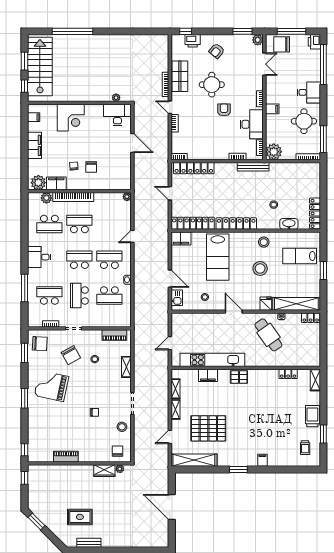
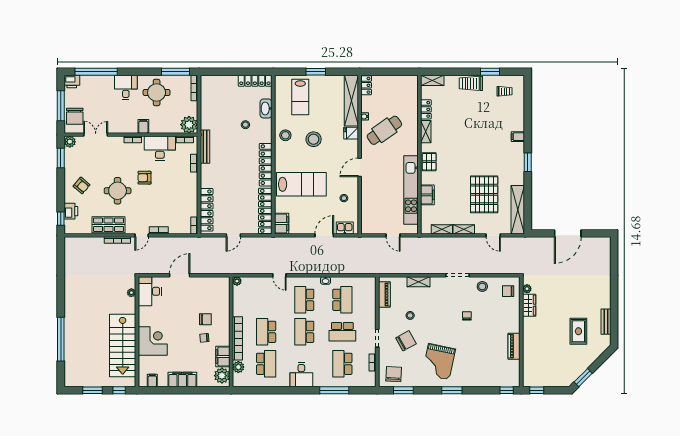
stairs: (40, 66) -> (123, 346), moved, turned -90
shelving: (267, 374) -> (426, 132), added

